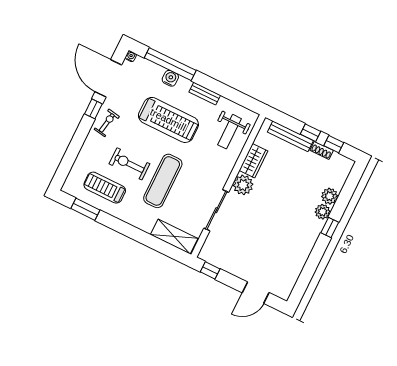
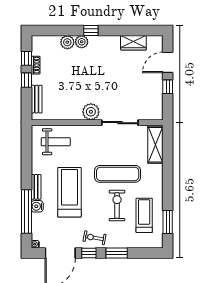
bench: (205, 94) -> (36, 187), moved
bench: (290, 136) -> (37, 99), width x0.73
window: (79, 139) -> (117, 253), added
wardrobe: (253, 161) -> (133, 43), moved, turned 180
exercise bike: (129, 164) -> (117, 206), turned 180
treadmill: (105, 188) -> (144, 215), turned 180
window: (210, 270) -> (168, 87), moved
door: (256, 293) -> (168, 62), swing flipped

